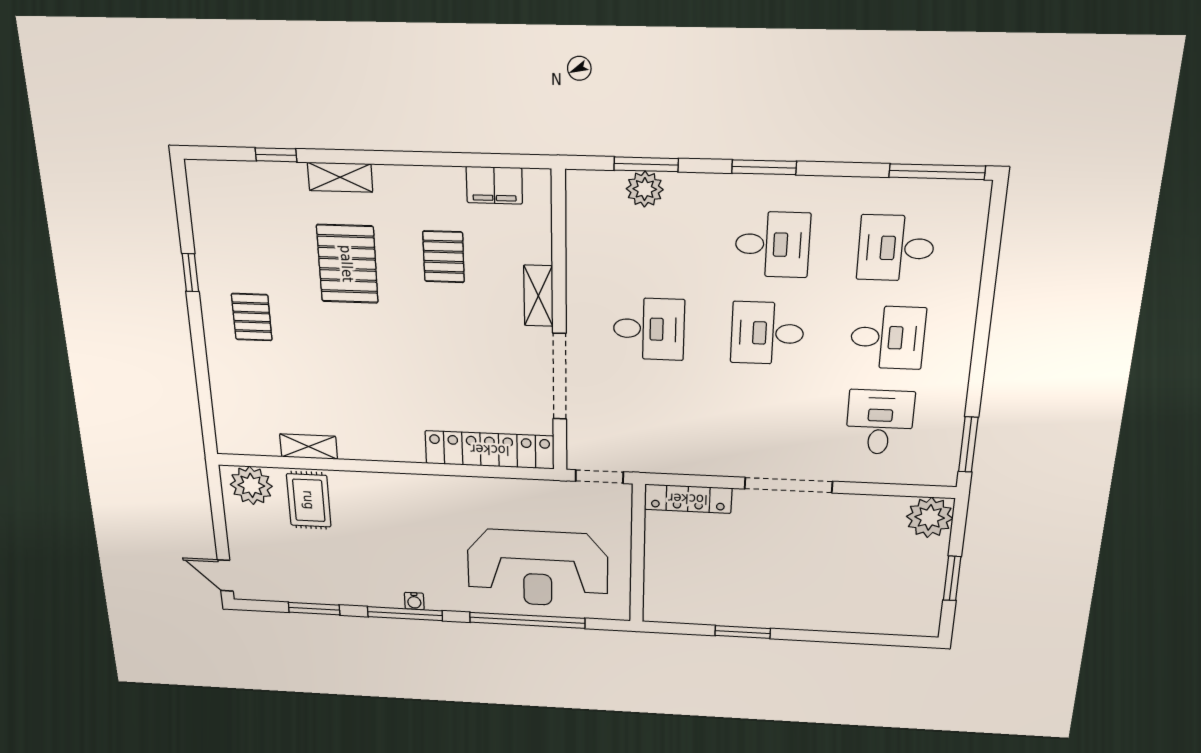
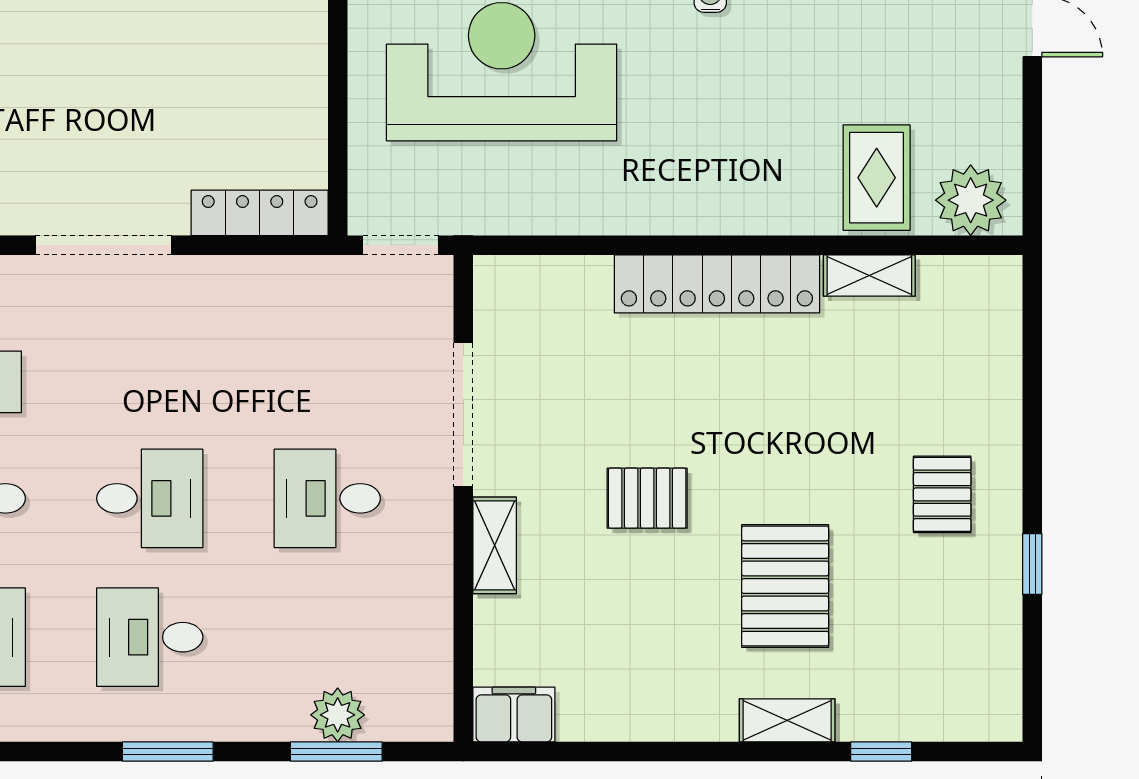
filing cabinet: (494, 185) -> (514, 715), moved
pallet: (444, 257) -> (647, 498), moved, turned 90
locker: (490, 450) -> (717, 284), moved

